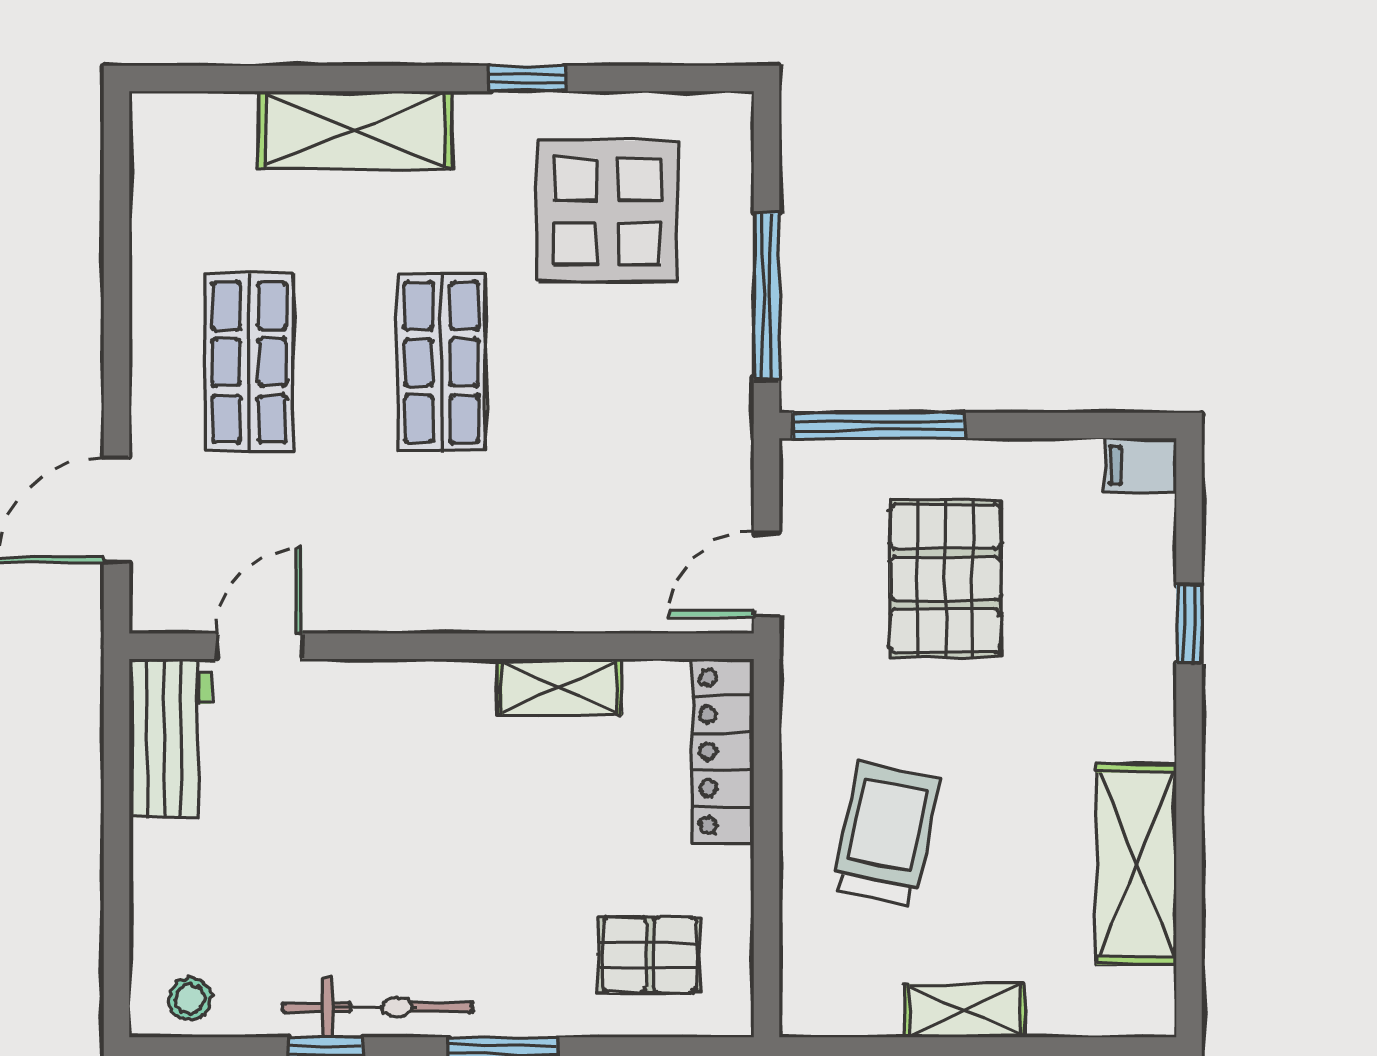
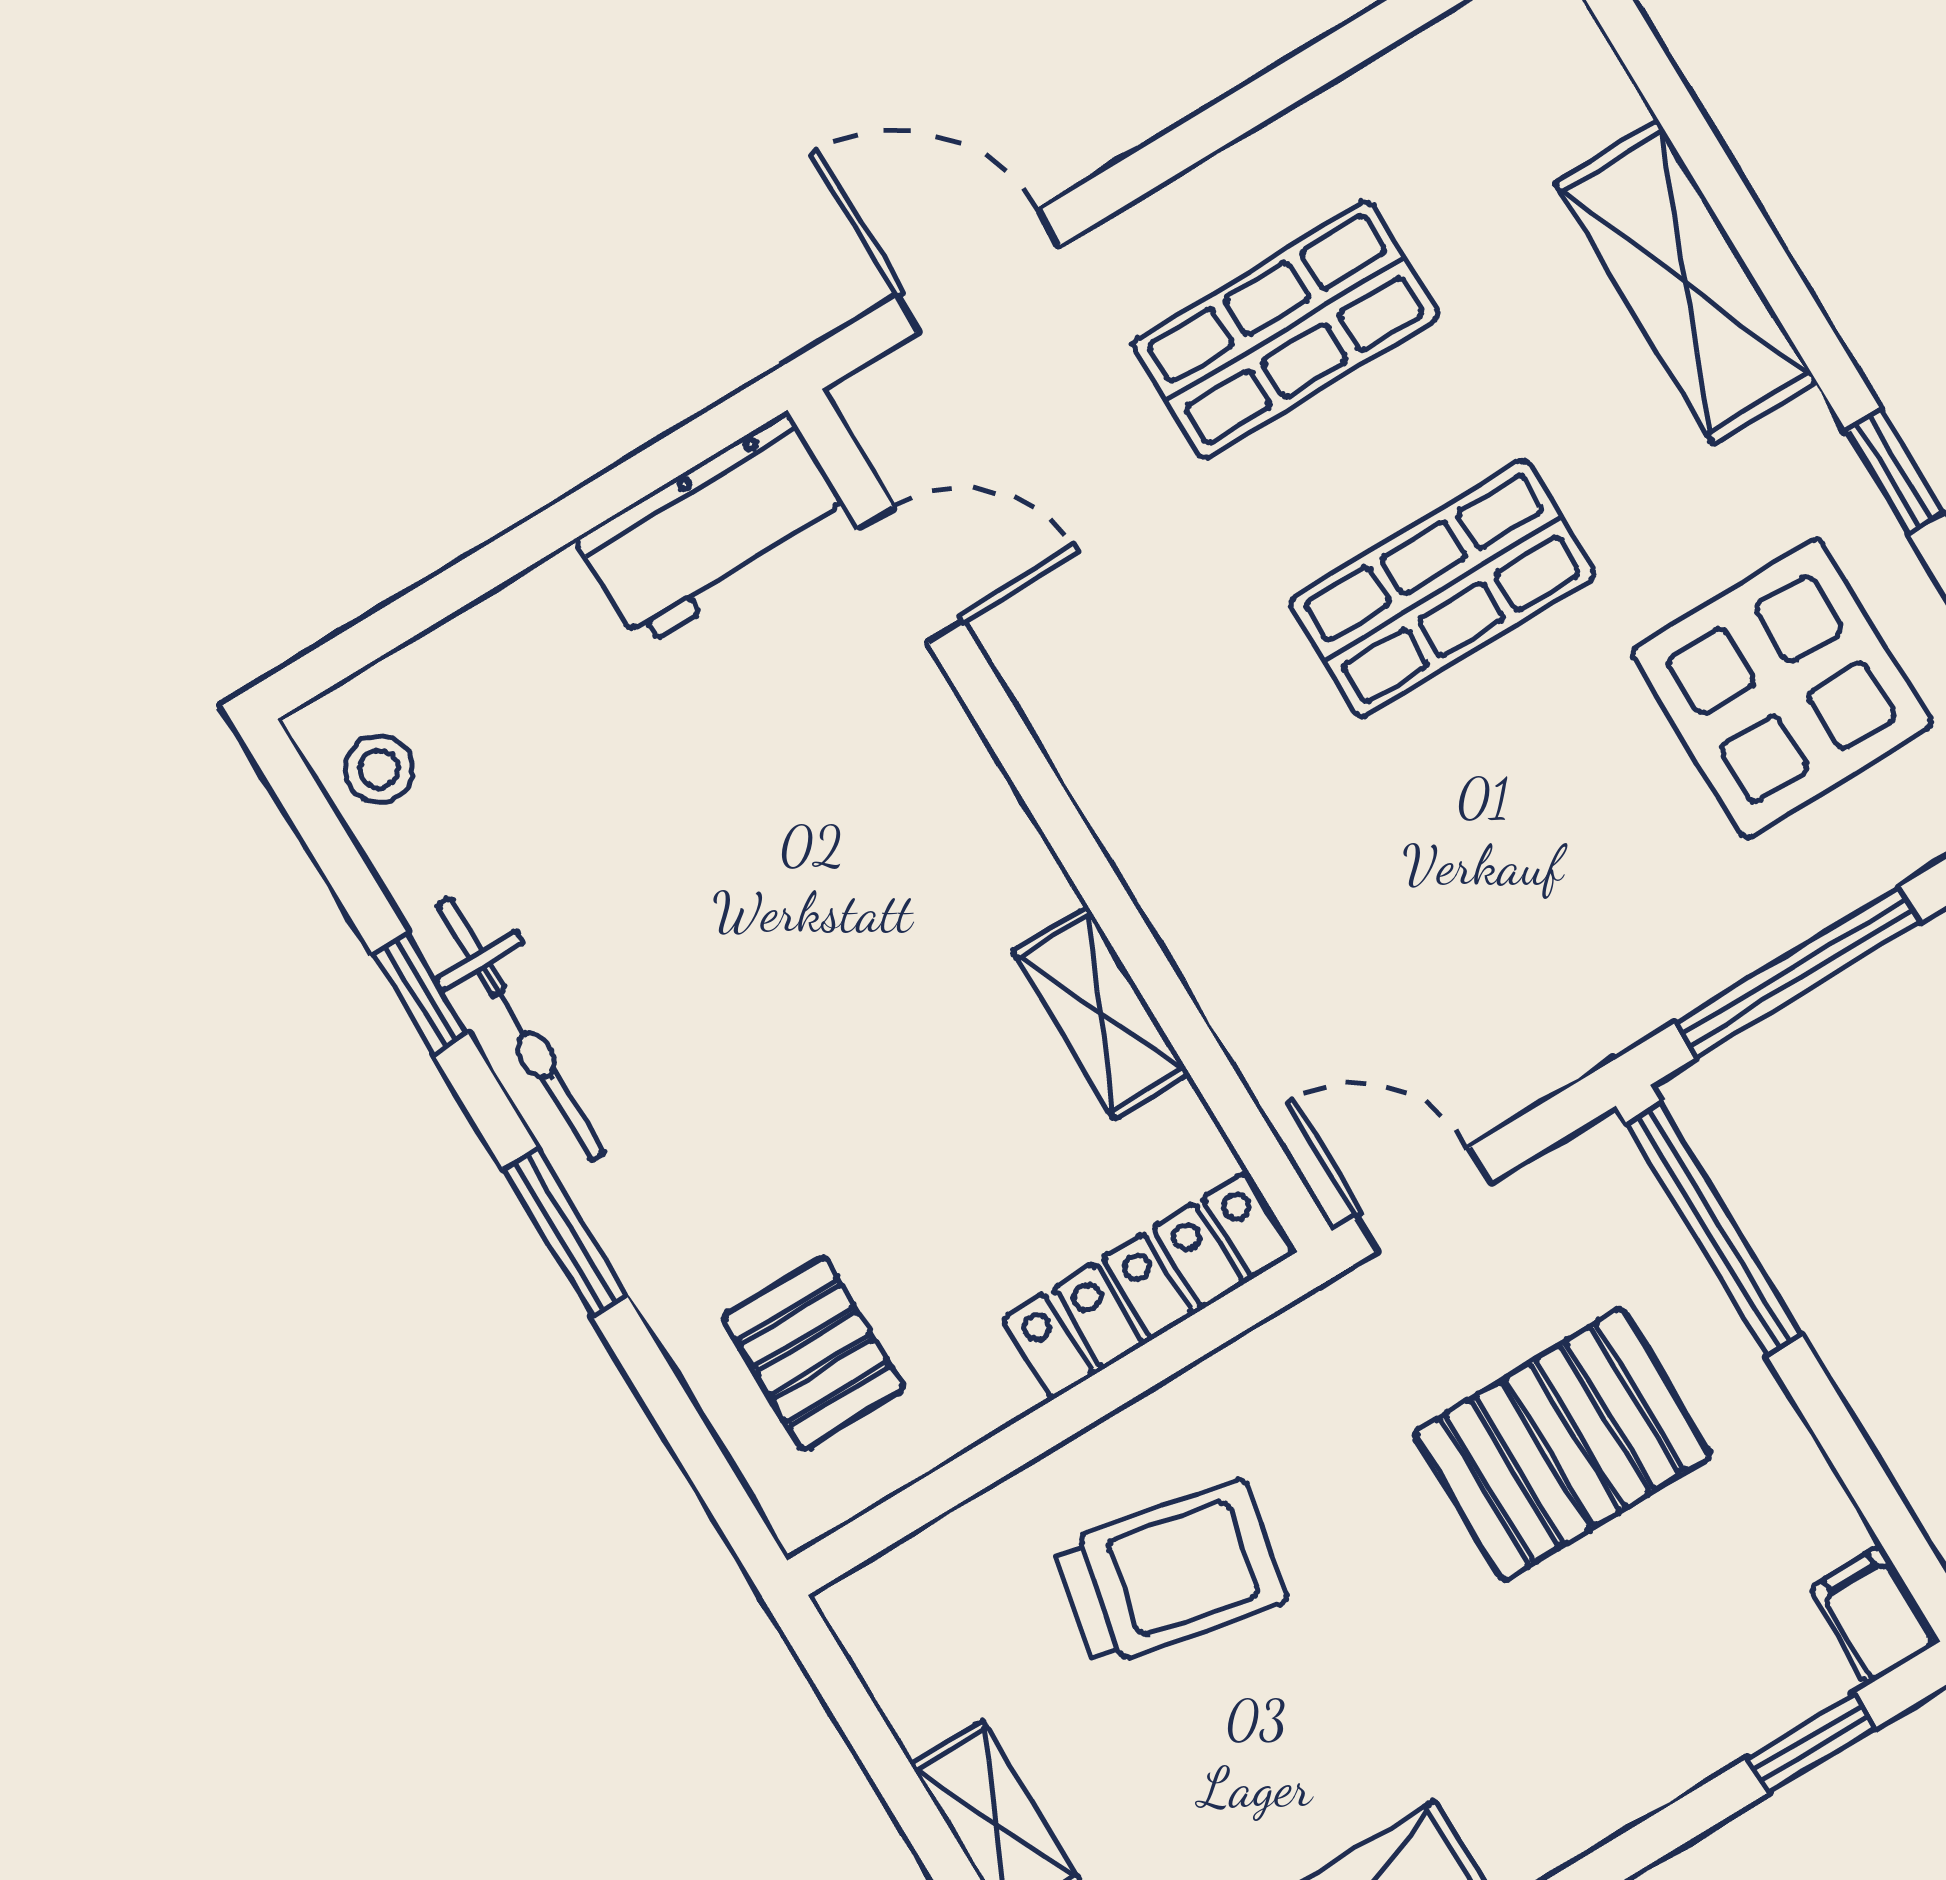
window: (1189, 624) -> (1811, 1743), moved

